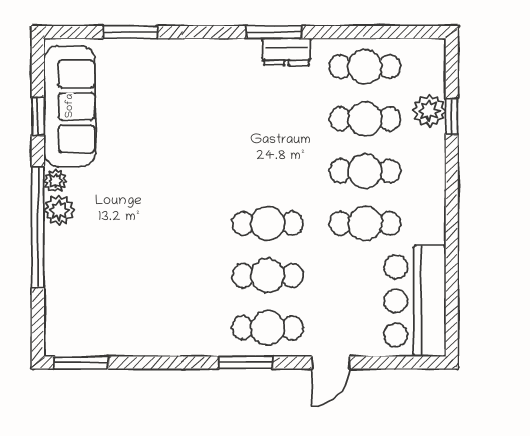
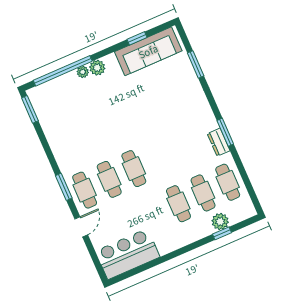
plant: (55, 181) -> (83, 72), moved
cafe table: (365, 223) -> (154, 214), removed
window: (38, 227) -> (63, 71), moved
door: (331, 362) -> (81, 227), swing flipped

